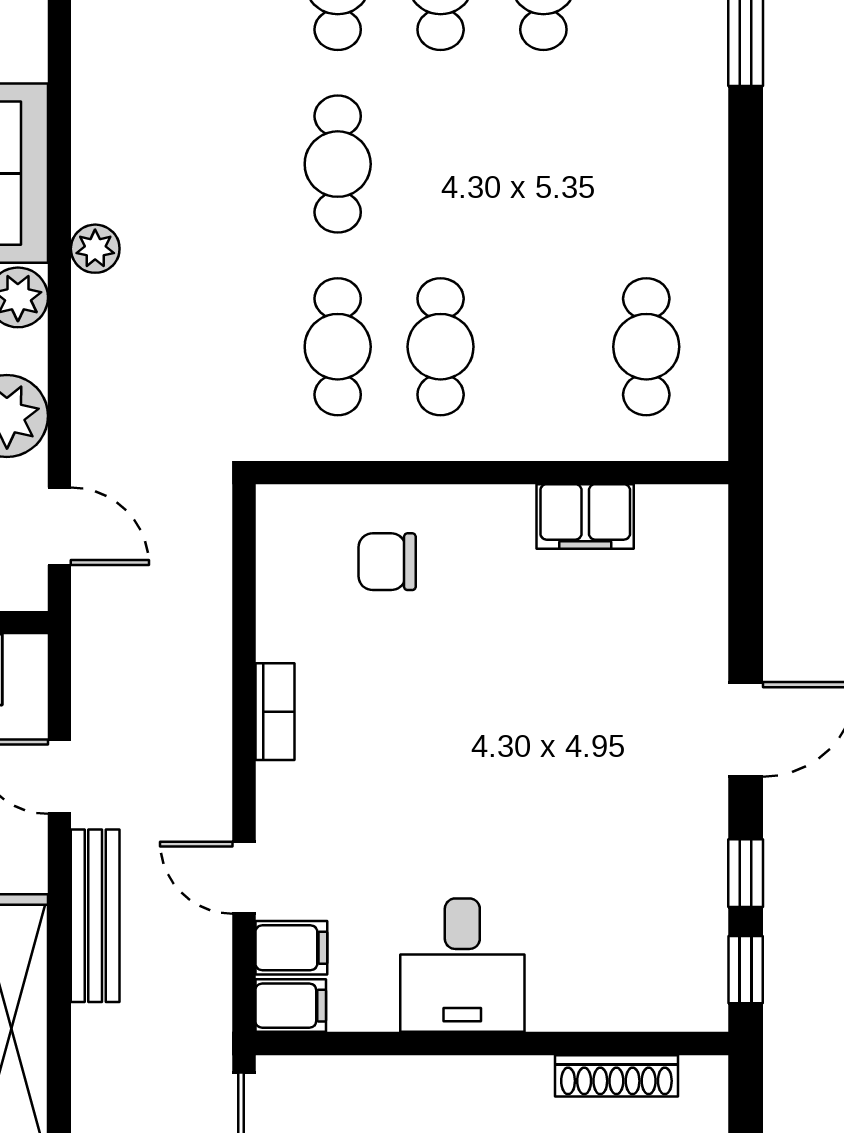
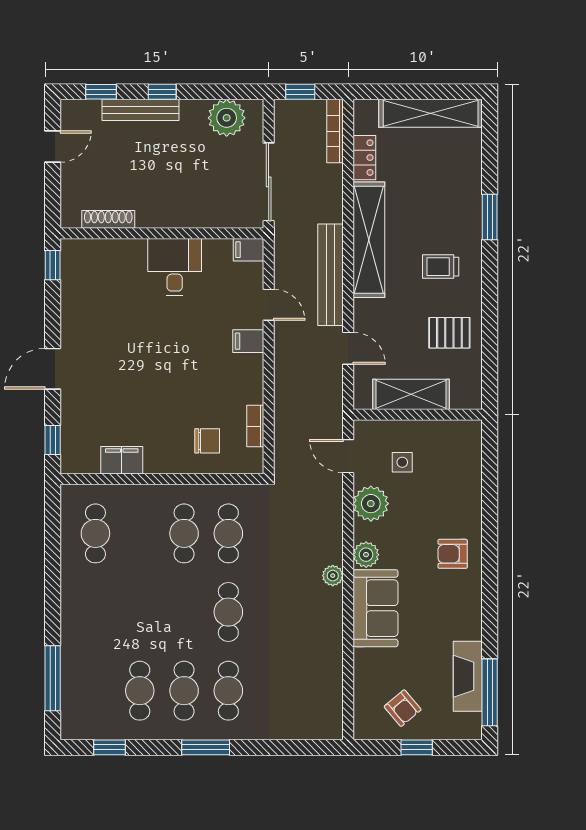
bookcase: (275, 712) -> (255, 426), moved
window: (746, 873) -> (53, 440), moved
bench: (95, 916) -> (331, 275), width x1.37, depth x1.21
filing cabinet: (291, 948) -> (248, 341), moved

